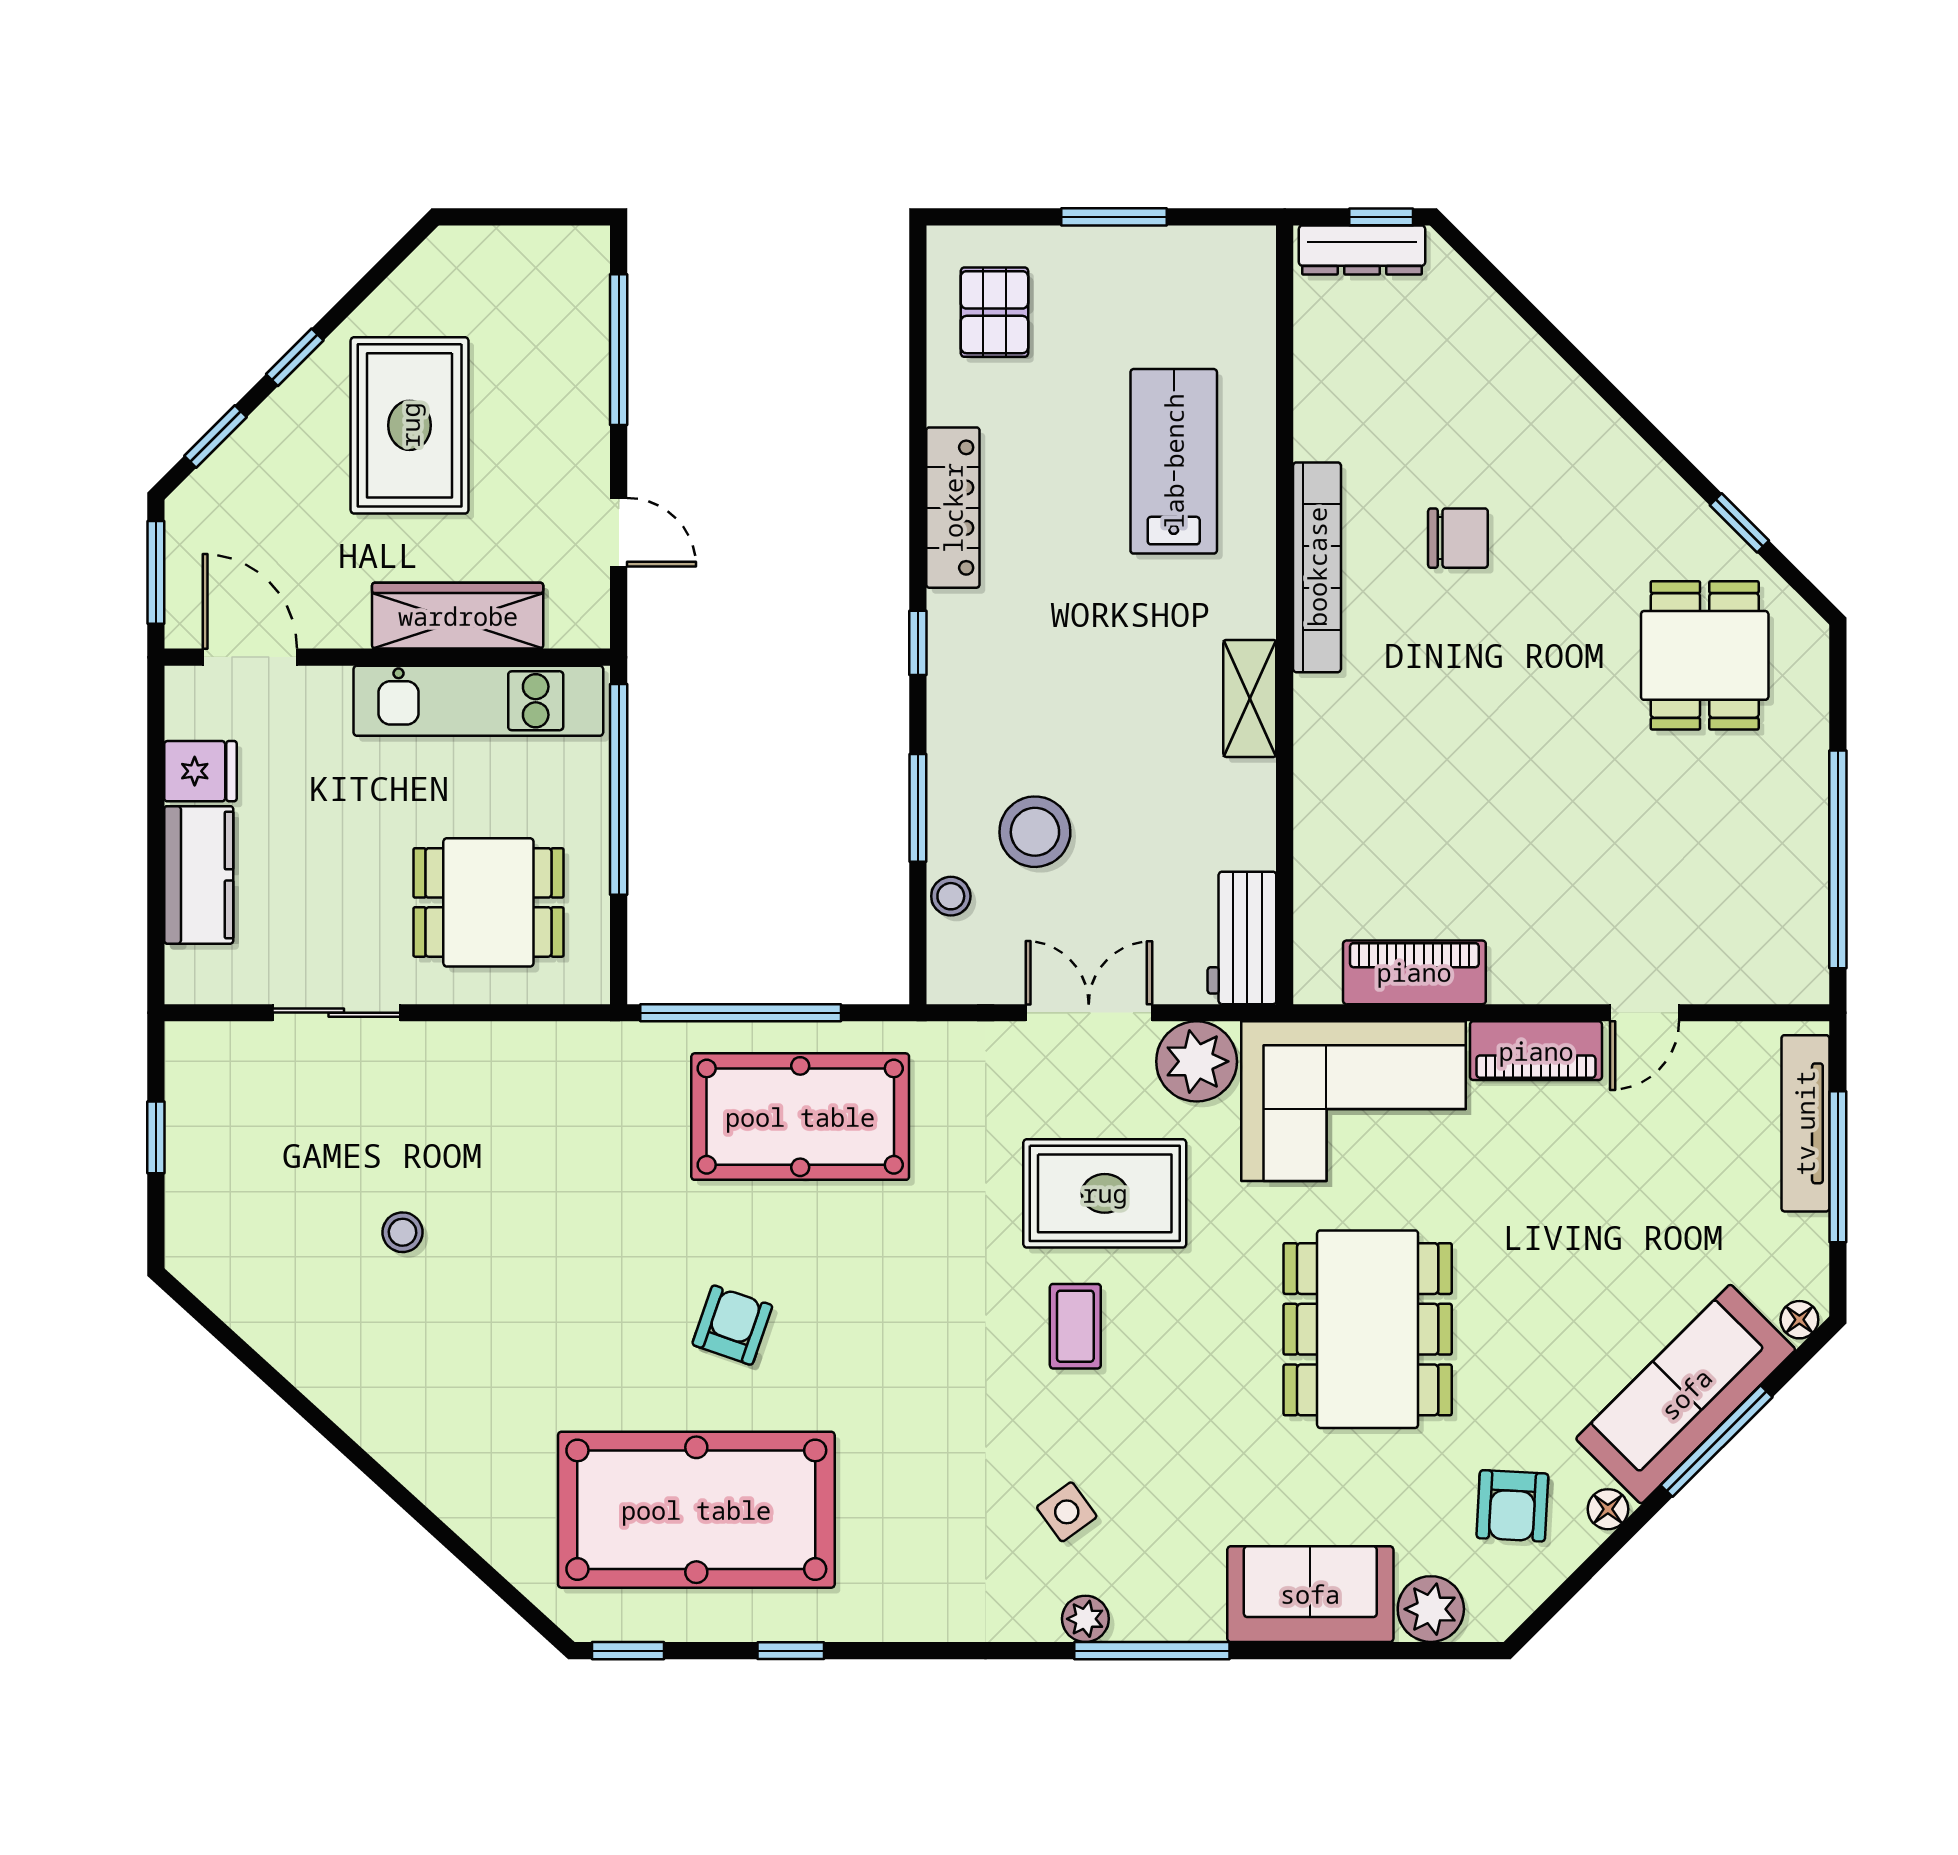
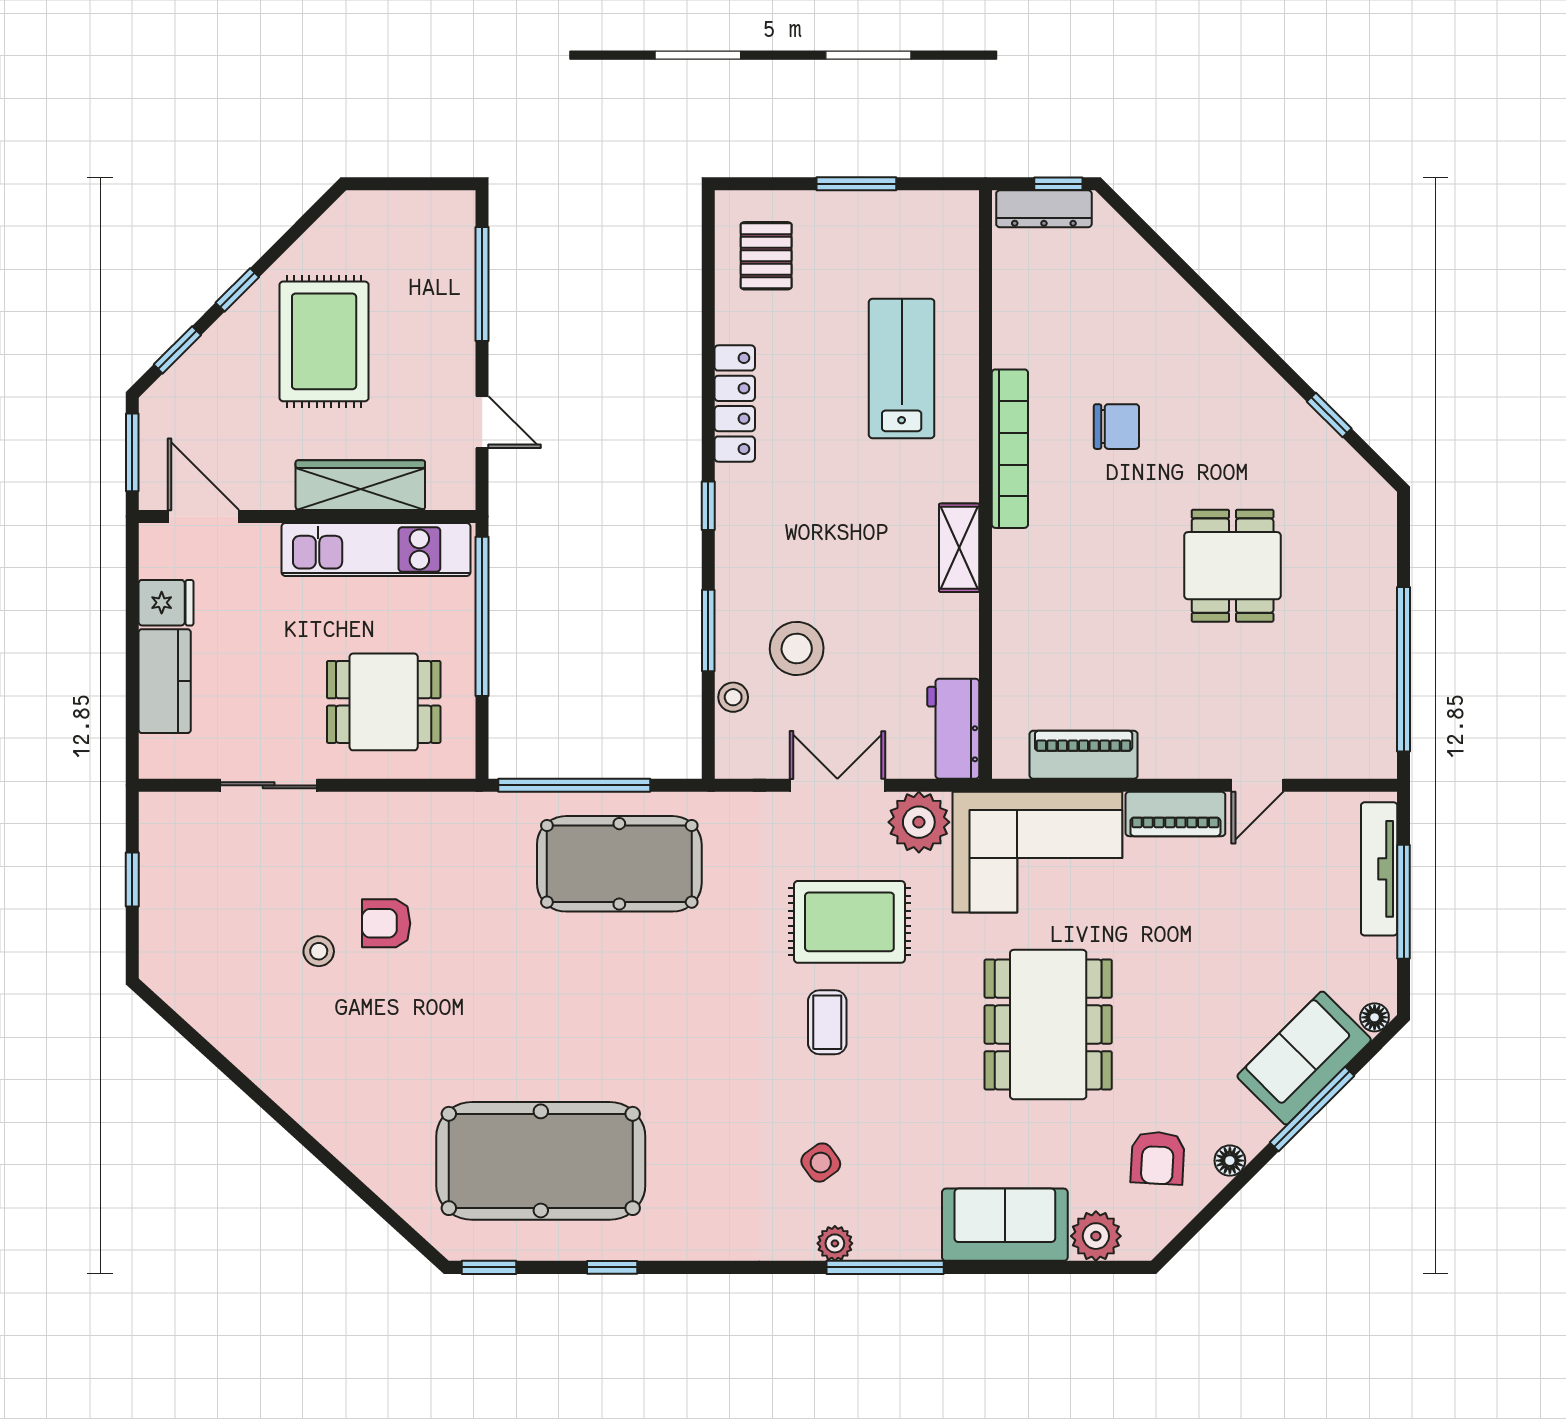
dining table: (1705, 655) -> (1233, 566), moved
armchair: (732, 1325) -> (386, 923), moved, turned -109
sofa: (1686, 1394) -> (1304, 1058), width x0.73

